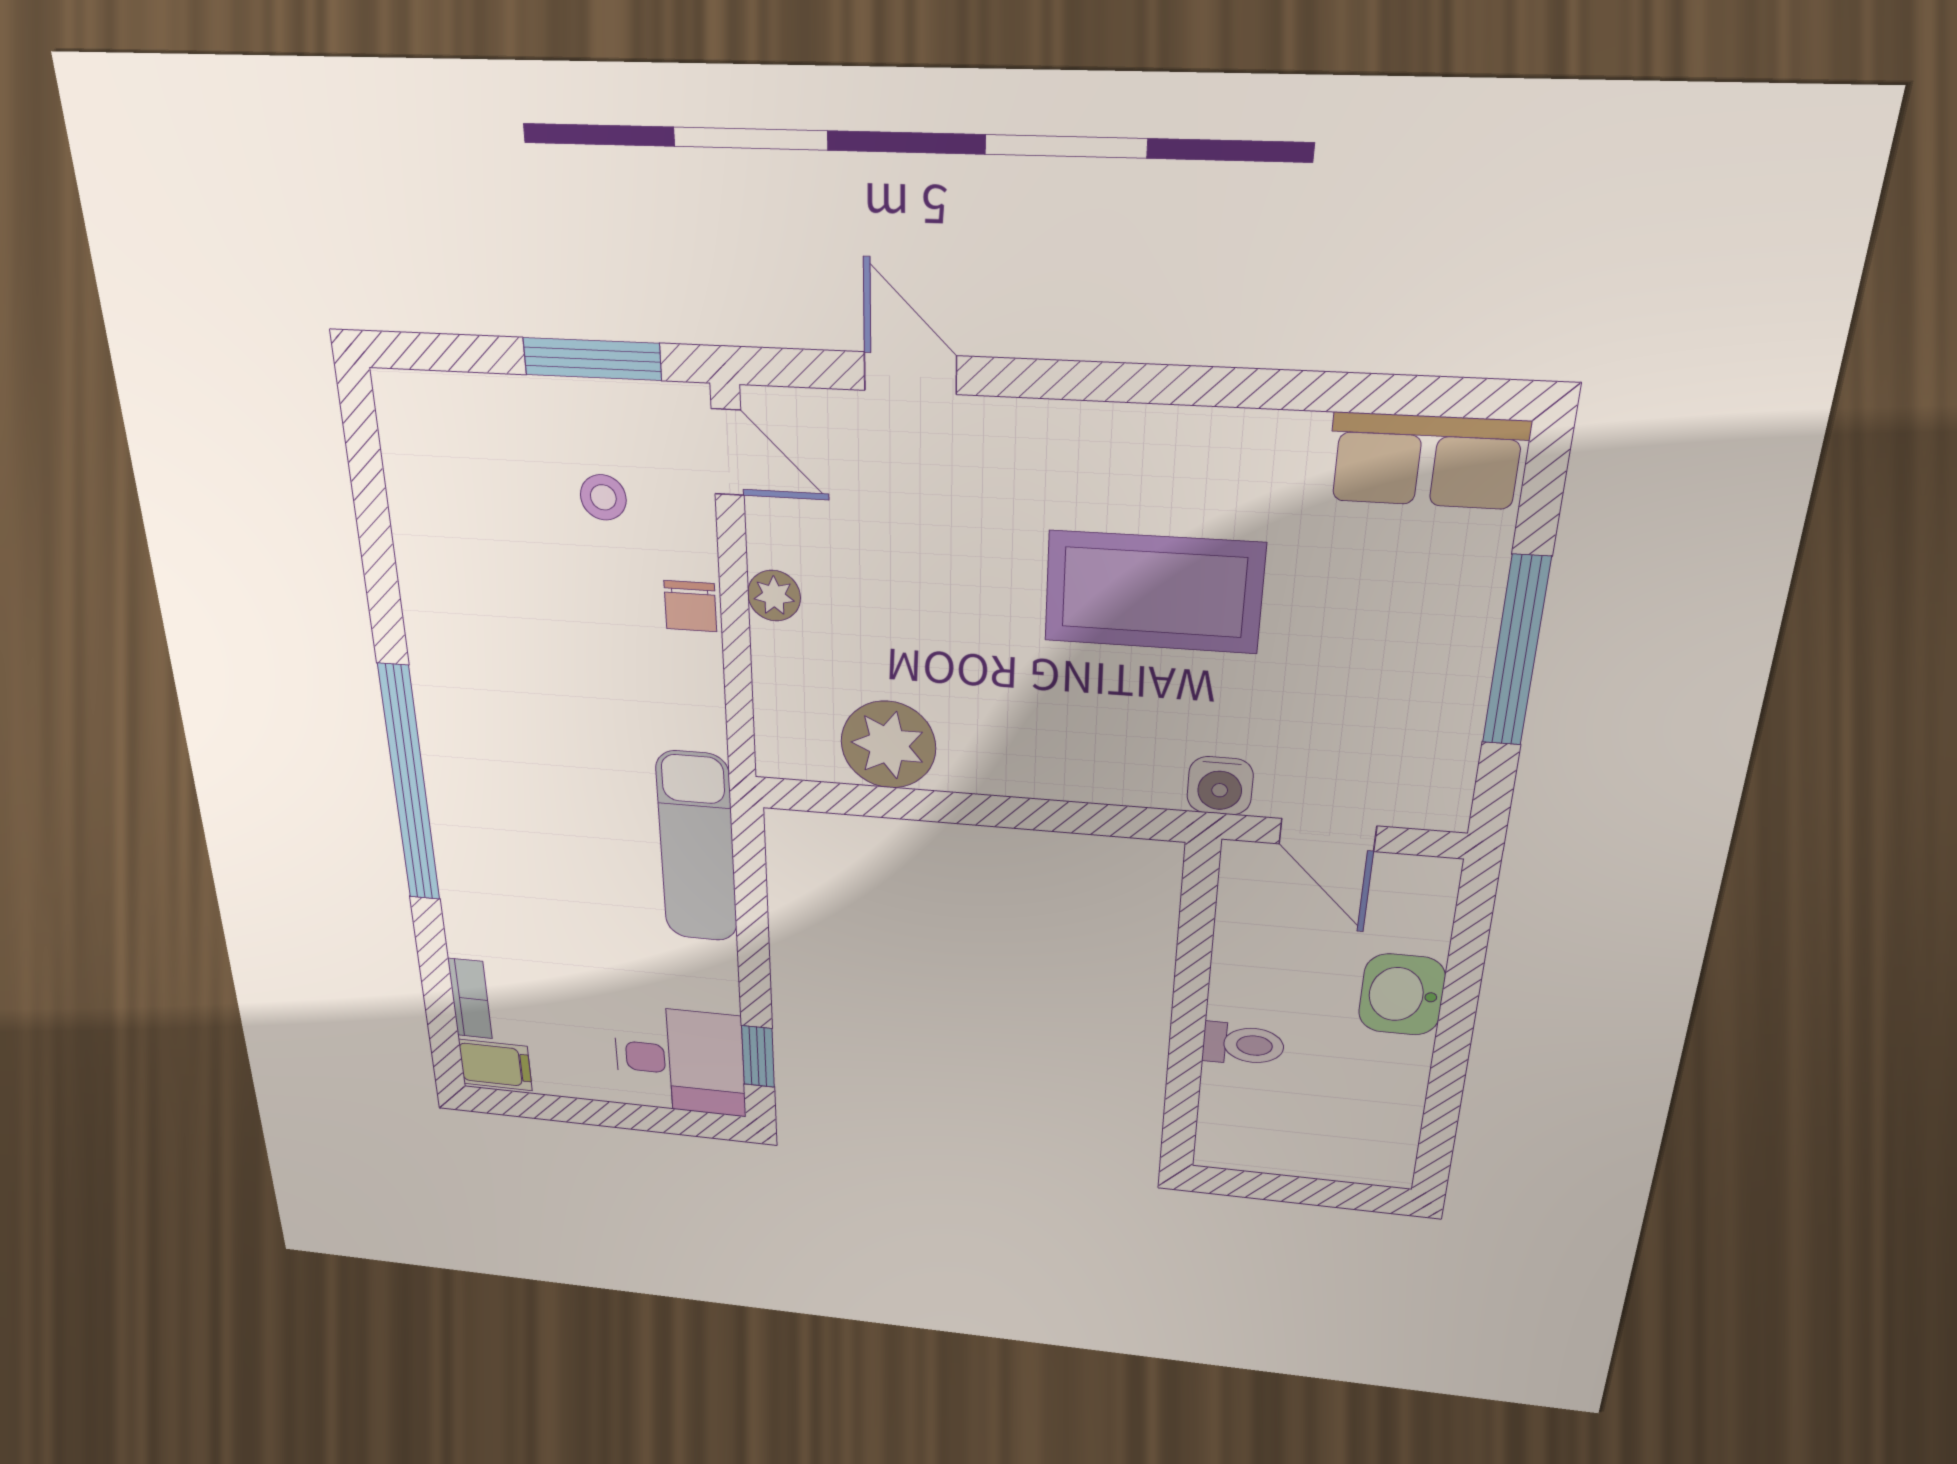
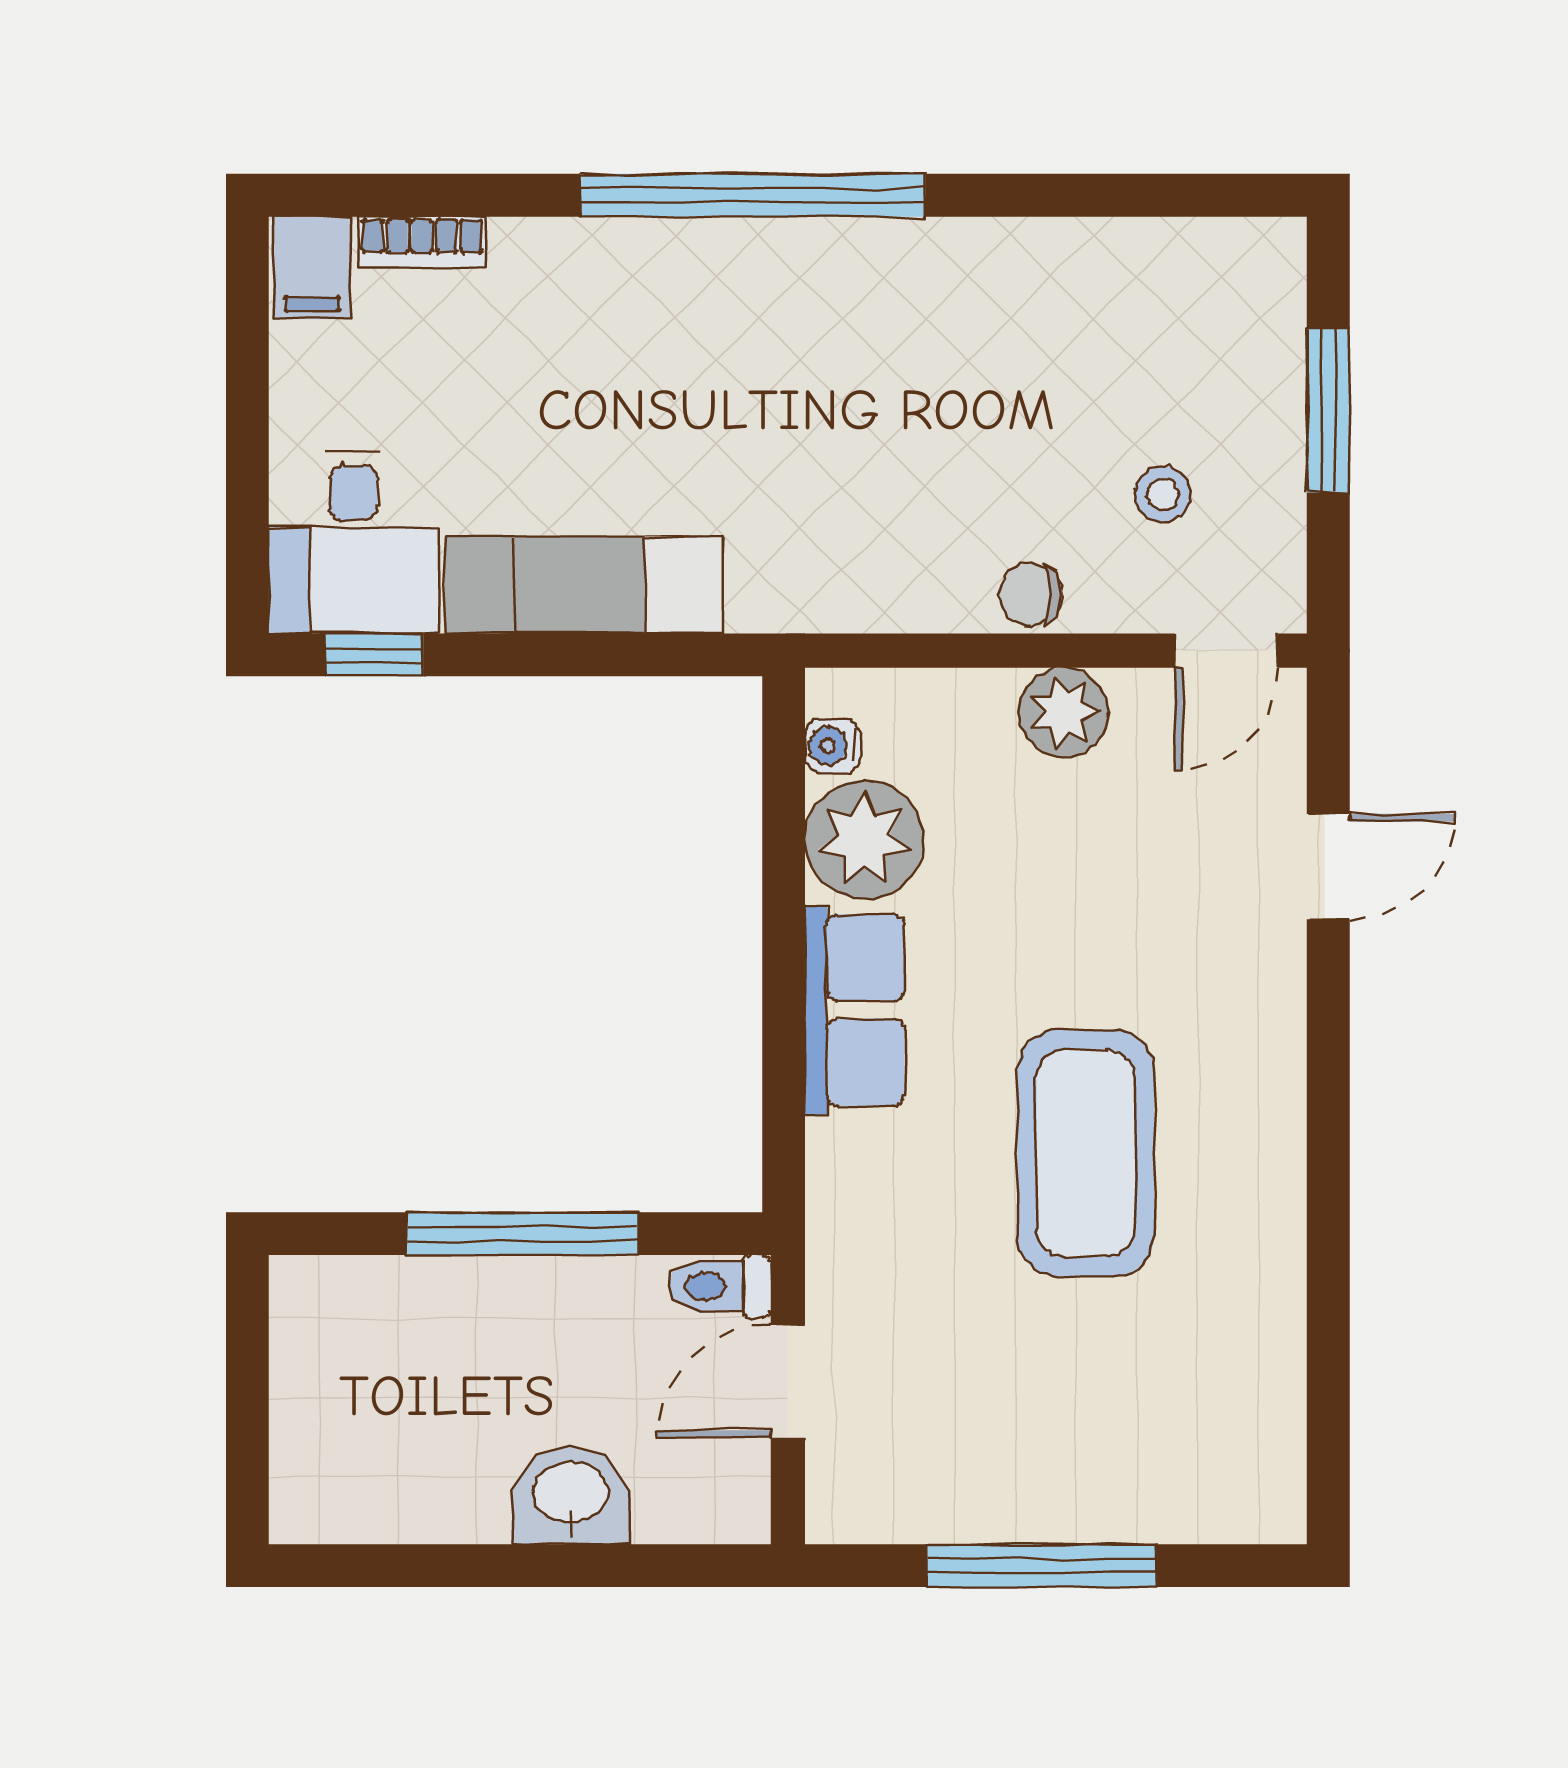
window: (592, 359) -> (1328, 410), moved
row of seats: (1427, 461) -> (855, 1010), moved, turned 180
plant: (774, 596) -> (1064, 712), width x1.38, depth x1.38
water cooler: (1220, 786) -> (832, 746), moved, width x0.72, depth x0.72
exam couch: (697, 847) -> (584, 585), moved
window: (1190, 1007) -> (523, 1234), added
toilet: (1243, 1044) -> (720, 1286), moved, turned 90

